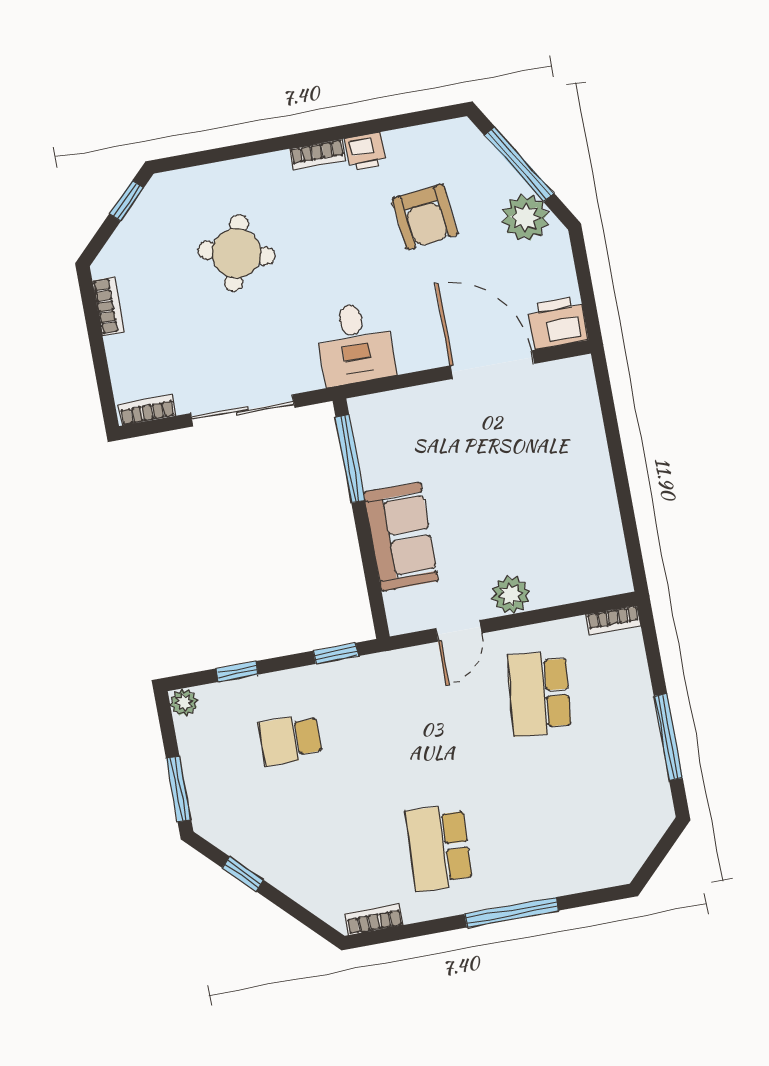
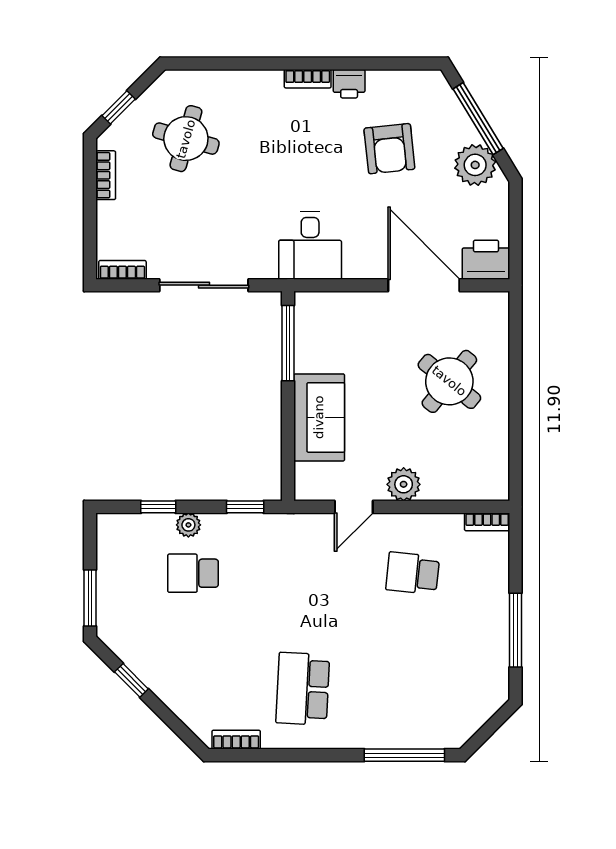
window: (127, 201) -> (119, 107), moved
round table: (236, 253) -> (186, 139), moved
round table: (541, 469) -> (449, 381), added
school desk: (539, 694) -> (413, 573), width x0.54
plant: (184, 702) -> (188, 525), moved
window: (511, 912) -> (404, 755), moved

